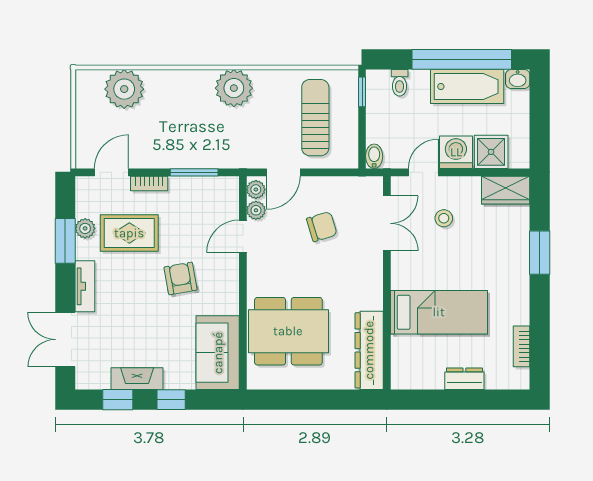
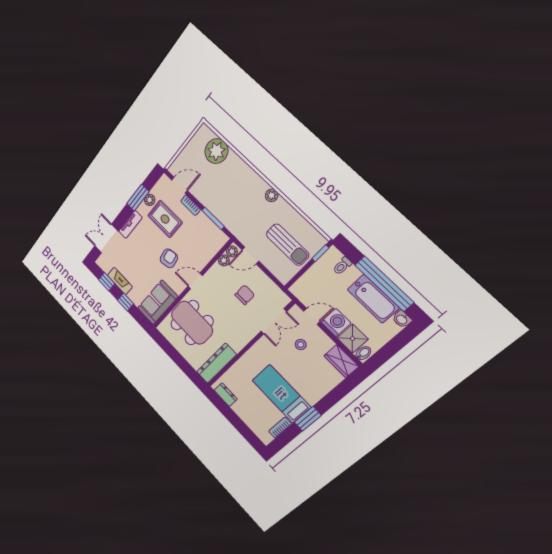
plant: (234, 88) -> (272, 195), width x0.53, depth x0.53
sun lounger: (315, 118) -> (287, 245), turned 90
bidet: (374, 156) -> (363, 353), moved
chair: (322, 227) -> (245, 295), turned -73
door: (243, 236) -> (195, 281), moved
window: (540, 253) -> (308, 419), moved
bed: (439, 312) -> (281, 394), moved, turned 180
dresser: (464, 379) -> (226, 395), moved

